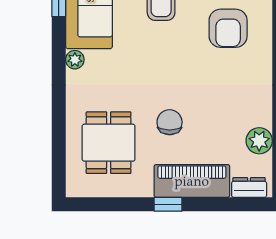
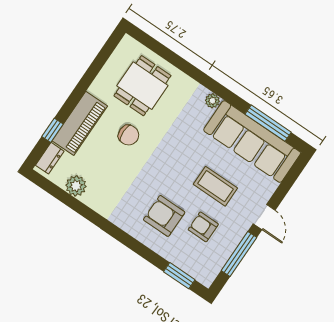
dining table: (109, 143) -> (142, 86), turned 90
window: (168, 204) -> (53, 130), moved

